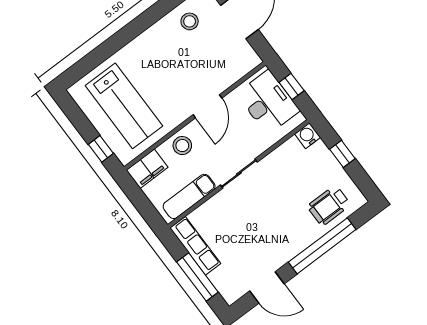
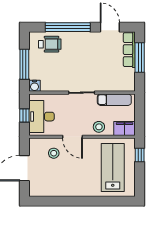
stool: (190, 21) -> (54, 153), moved
door: (207, 106) -> (72, 137), swing flipped
window: (342, 154) -> (24, 64), width x2.17
row of seats: (195, 246) -> (129, 50), moved

